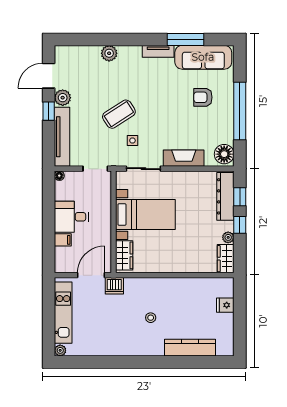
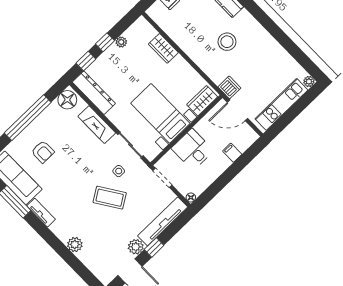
dresser: (225, 196) -> (94, 93), moved, turned -90
desk: (71, 217) -> (192, 149), moved, turned 180
wardrobe: (226, 259) -> (163, 48), moved, turned 90
stool: (151, 318) -> (227, 42), width x1.89, depth x1.89

